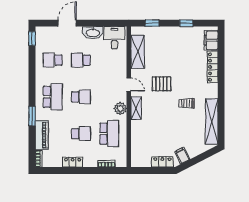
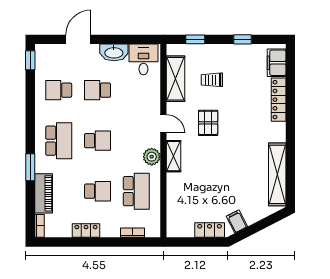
pallet: (161, 84) -> (208, 123), turned 90
trolley: (186, 103) -> (212, 80), moved

